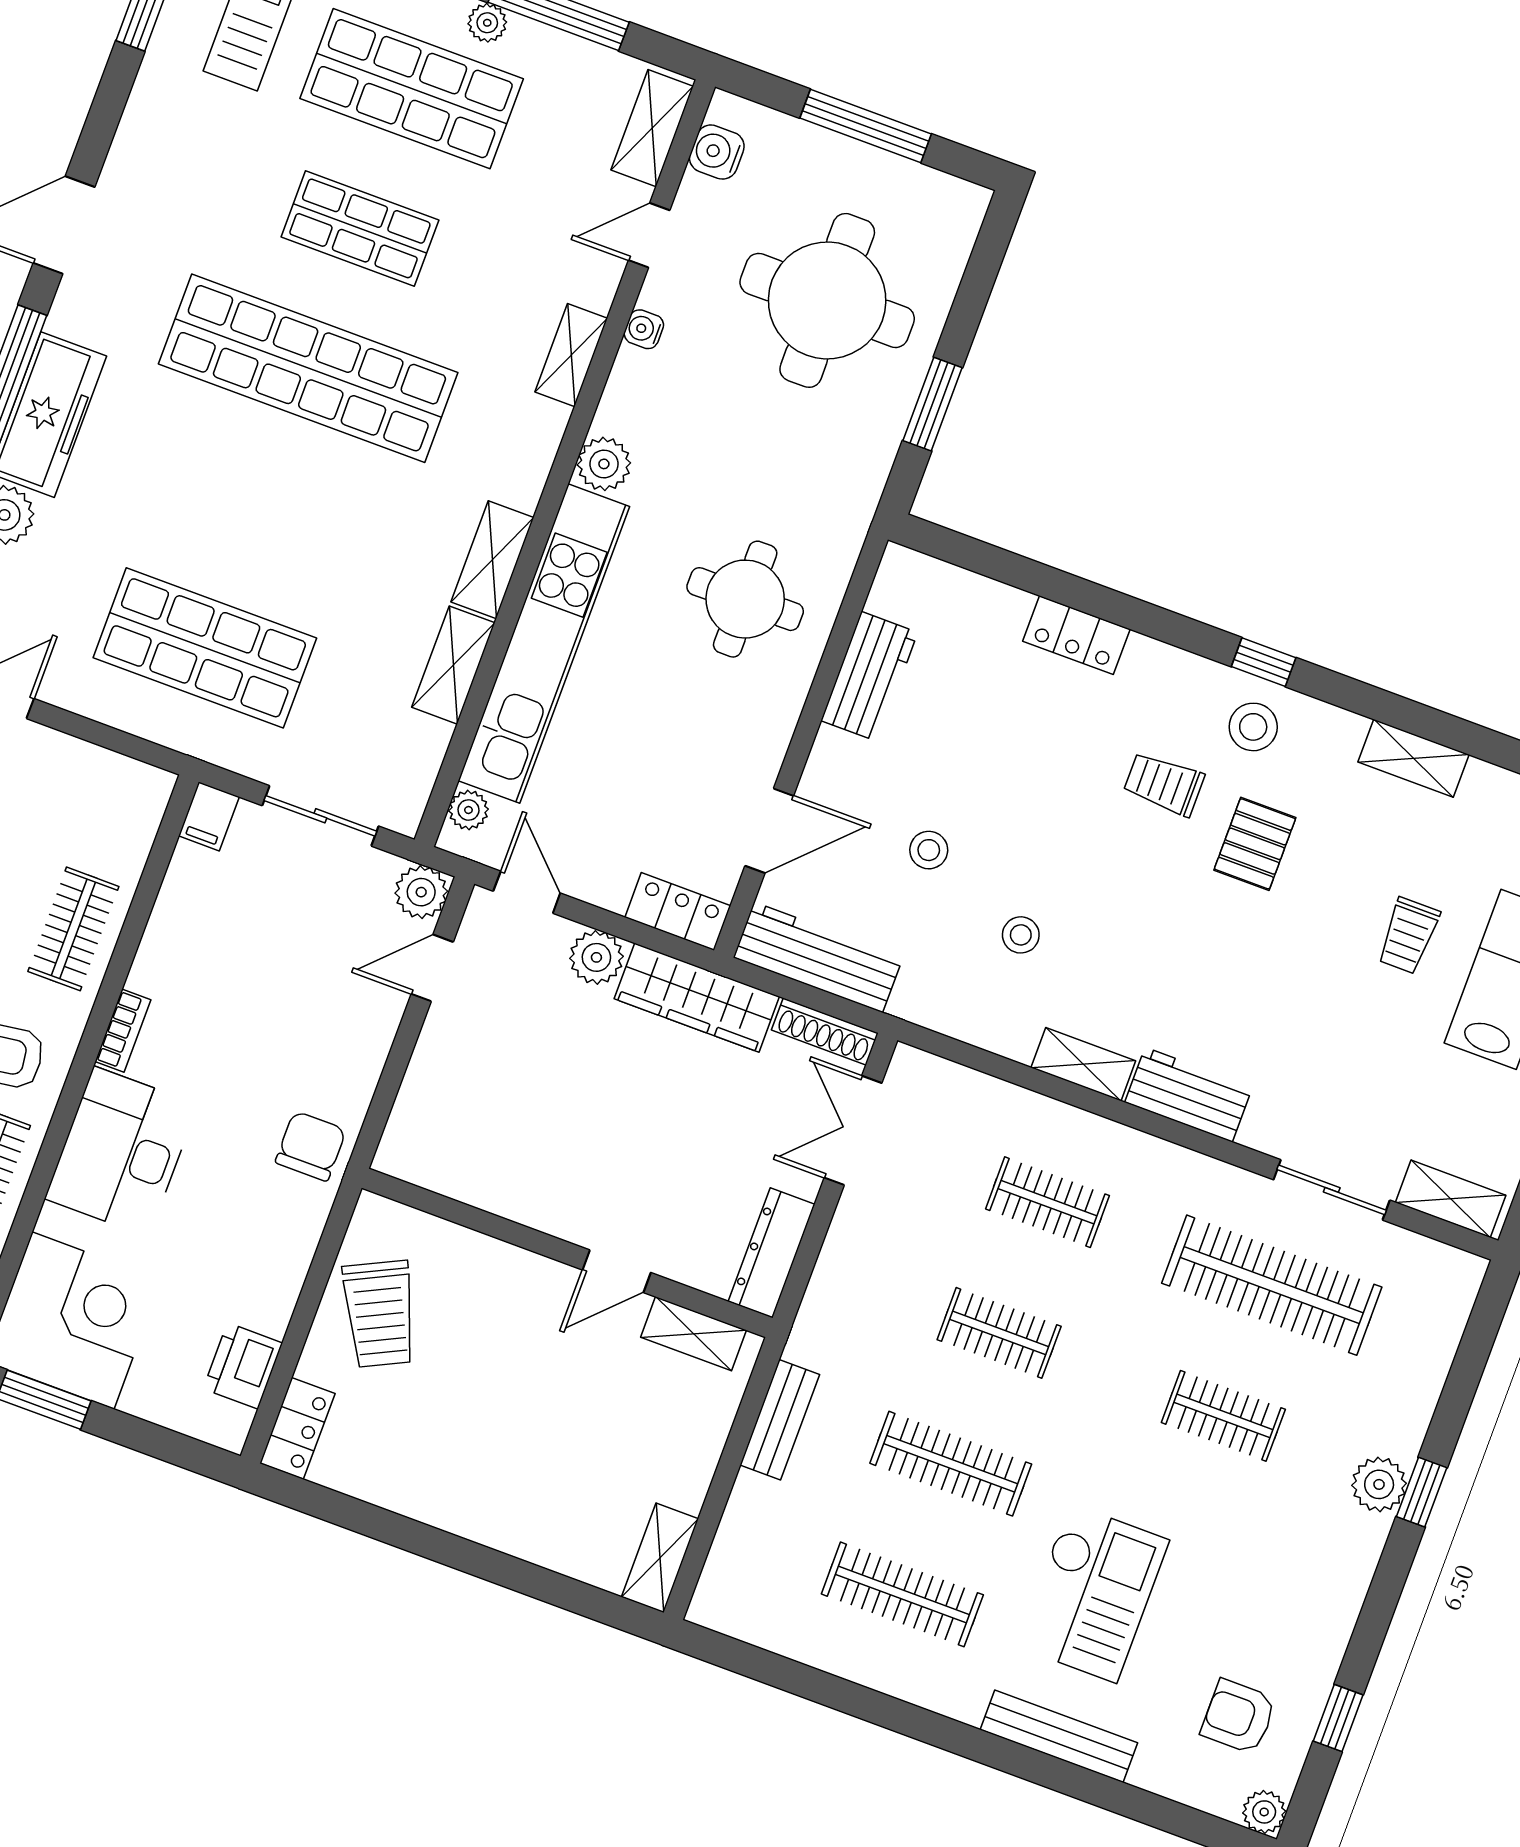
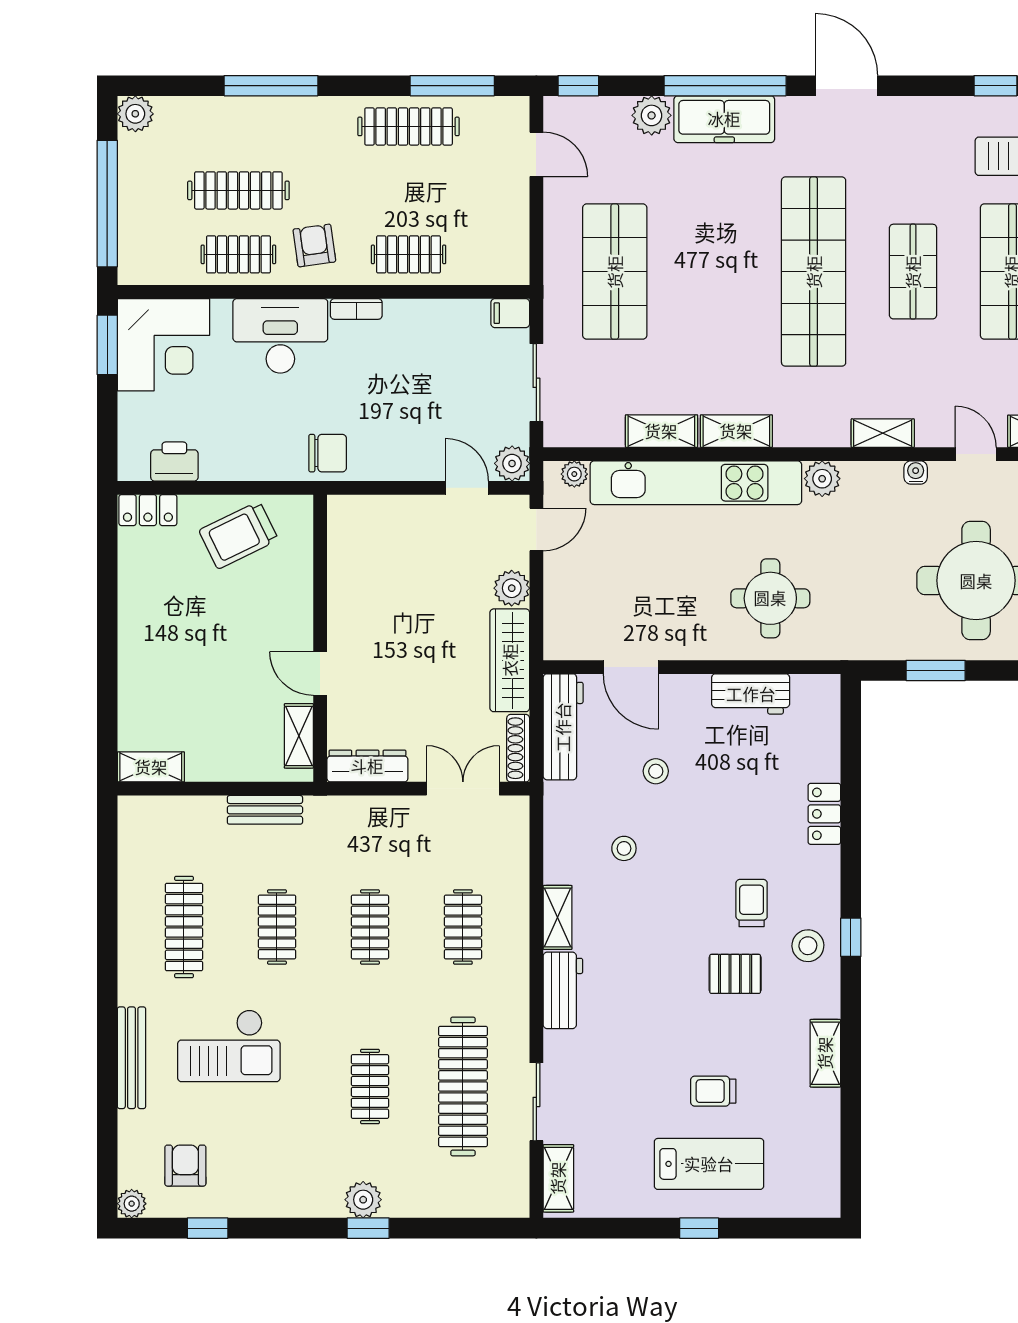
locker: (678, 912) -> (559, 628), removed
clothes rail: (951, 1464) -> (277, 927), width x0.73

